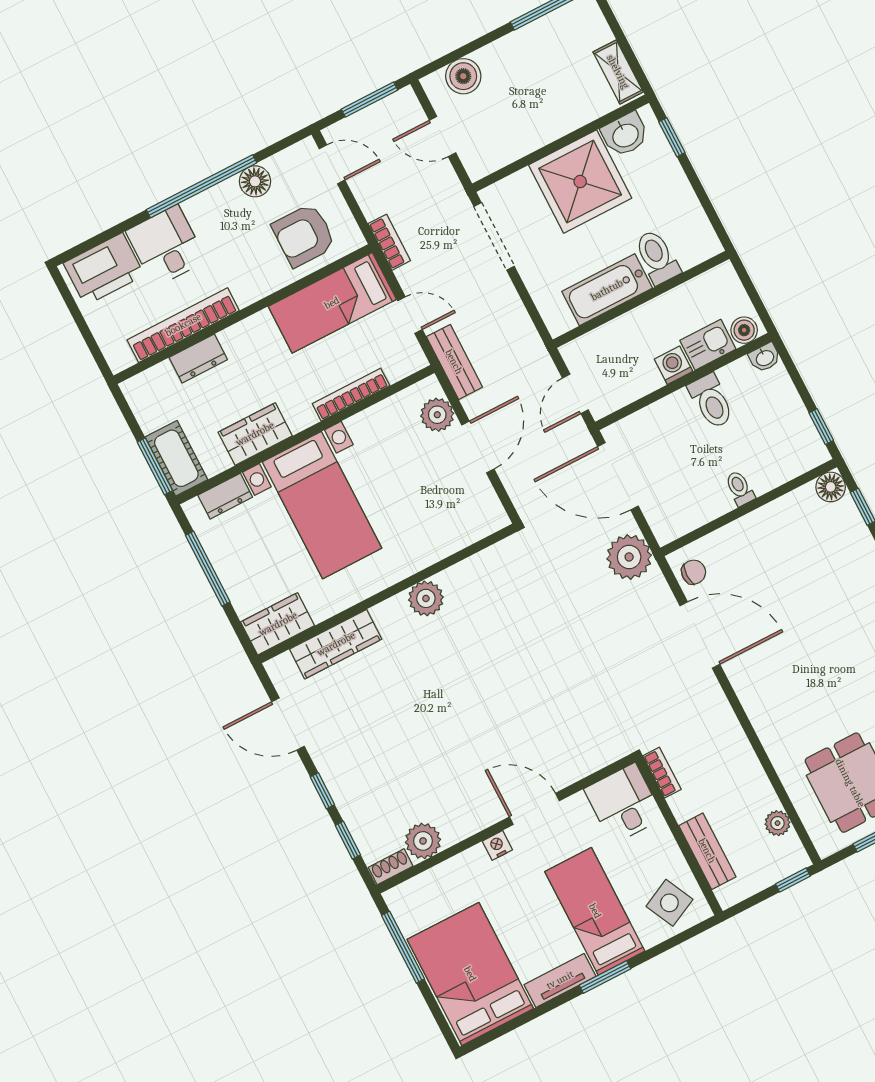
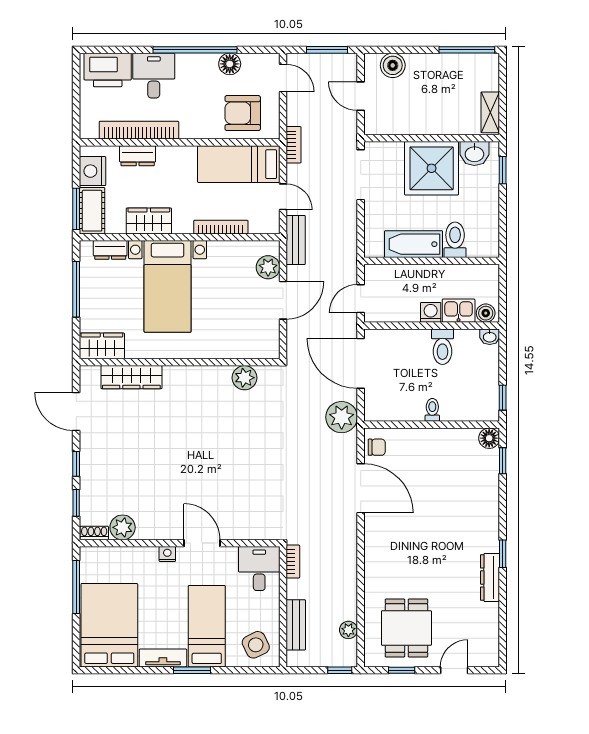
nightstand: (151, 408) -> (93, 171), added
plant: (426, 598) -> (245, 378), moved

